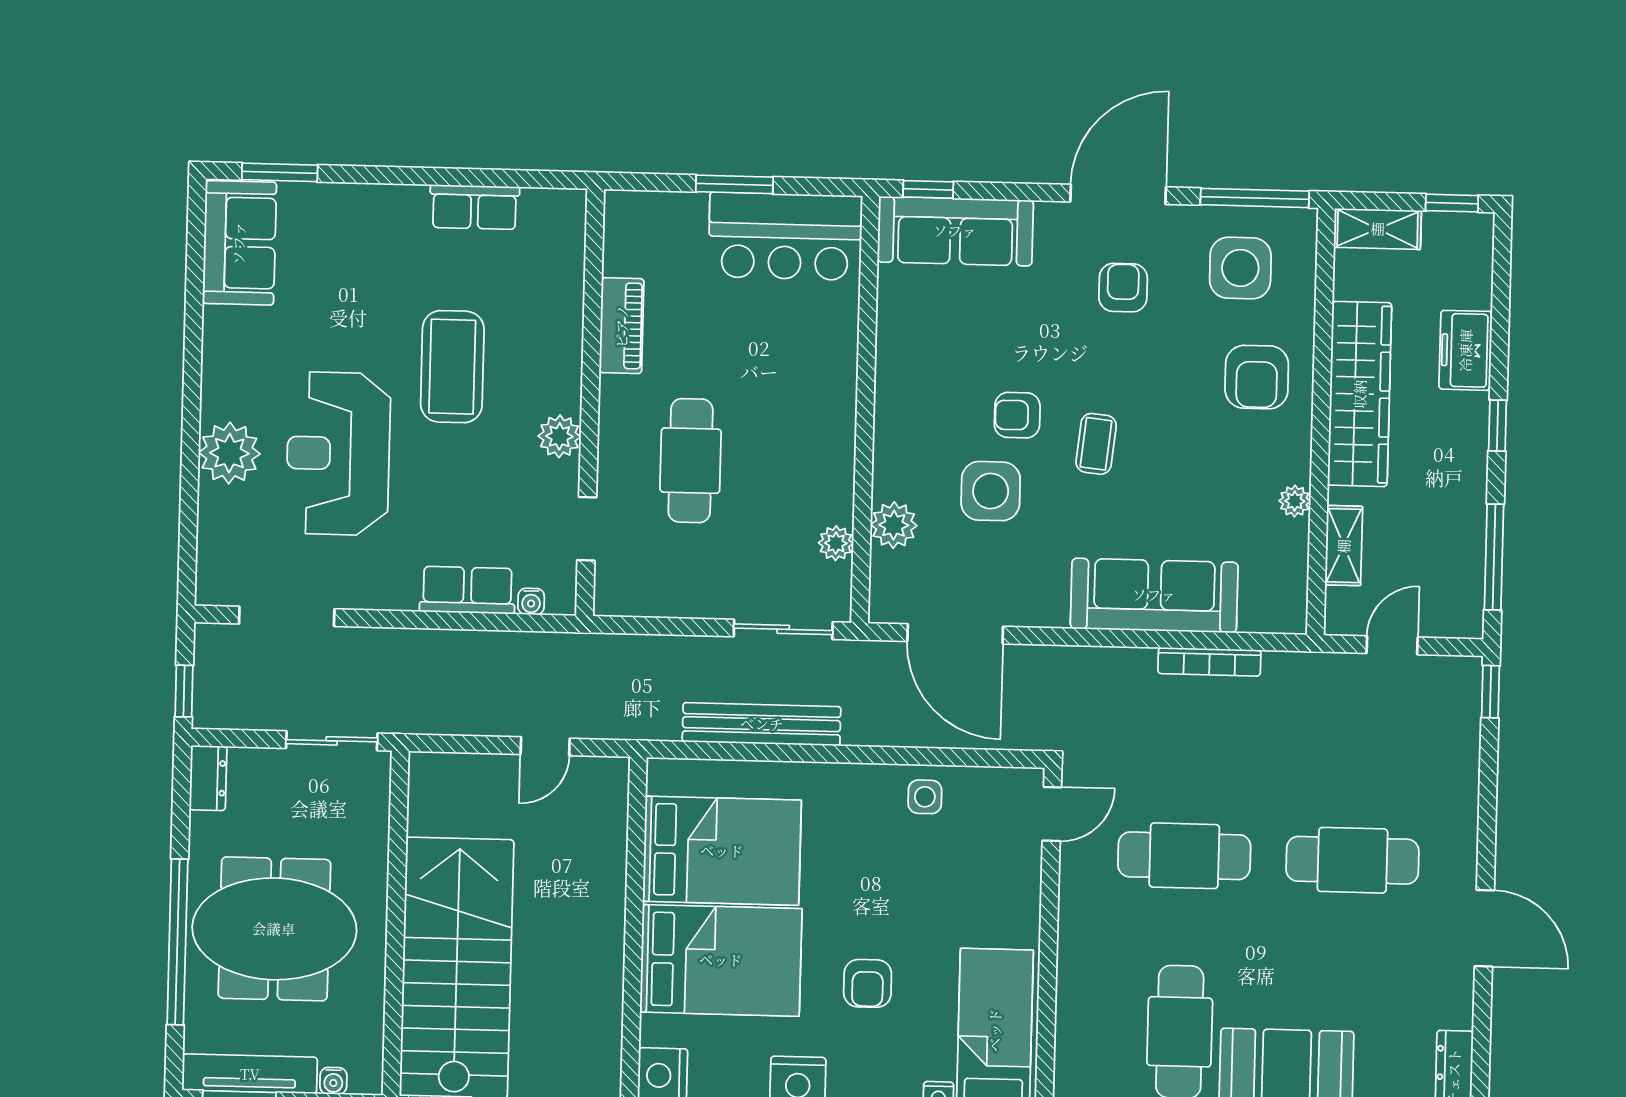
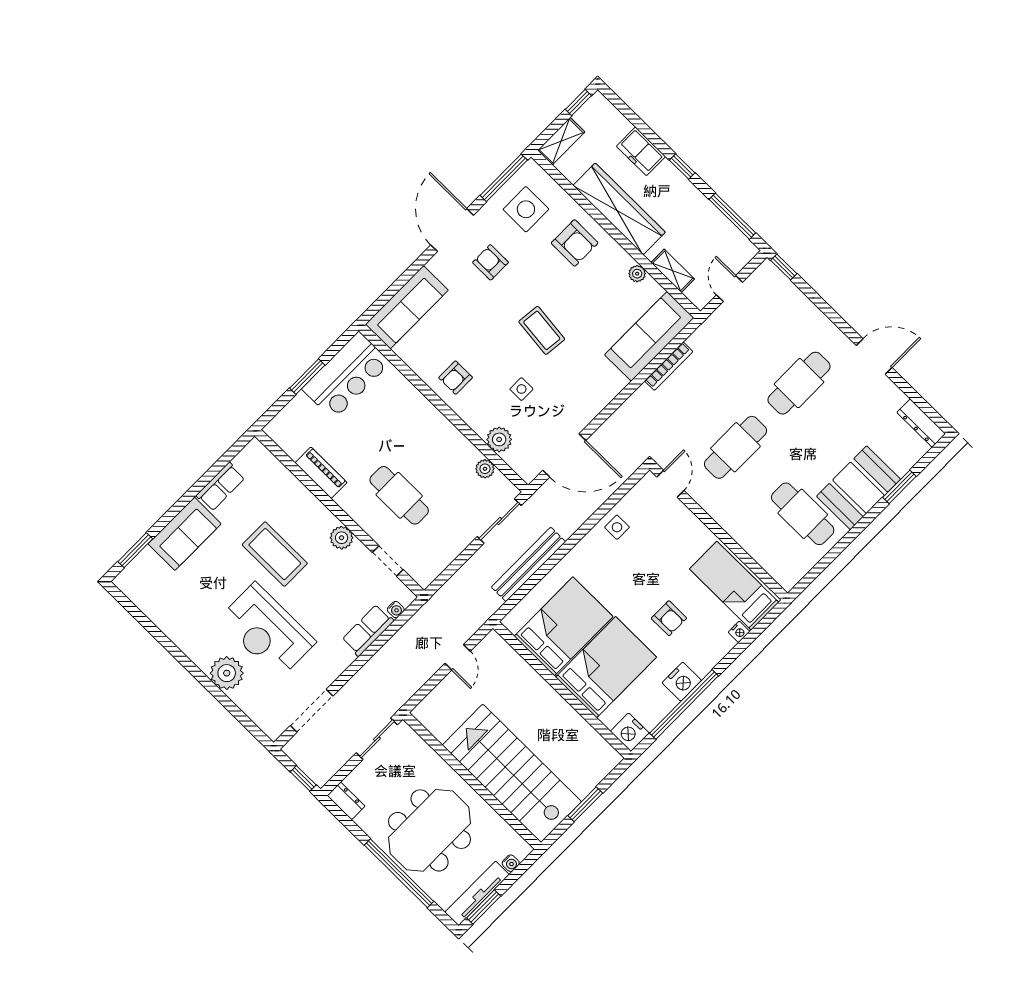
window: (928, 189) -> (380, 303), removed
sofa: (239, 243) -> (185, 534), moved, turned 90
armchair: (1017, 415) -> (456, 378), moved
coffee table: (1096, 444) -> (542, 330), width x1.36, depth x1.30
side table: (991, 491) -> (521, 389), width x0.54, depth x0.54
sofa: (1154, 595) -> (649, 336), moved

